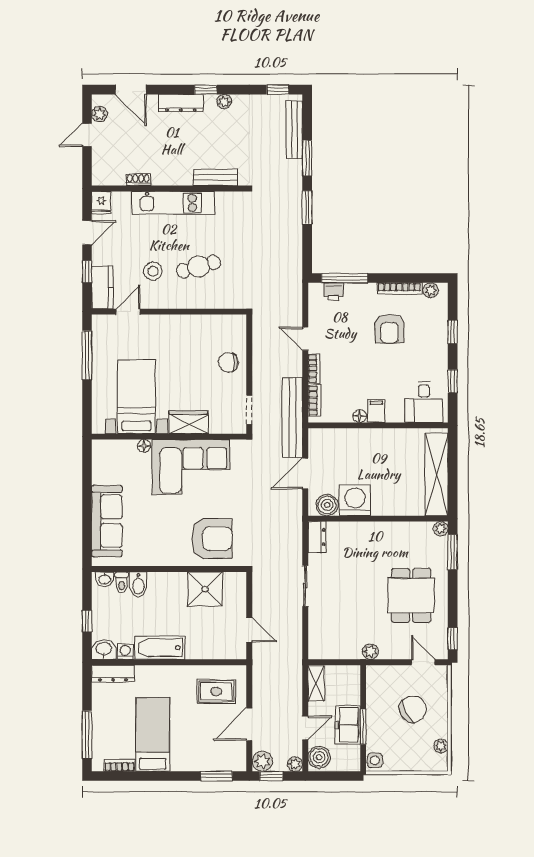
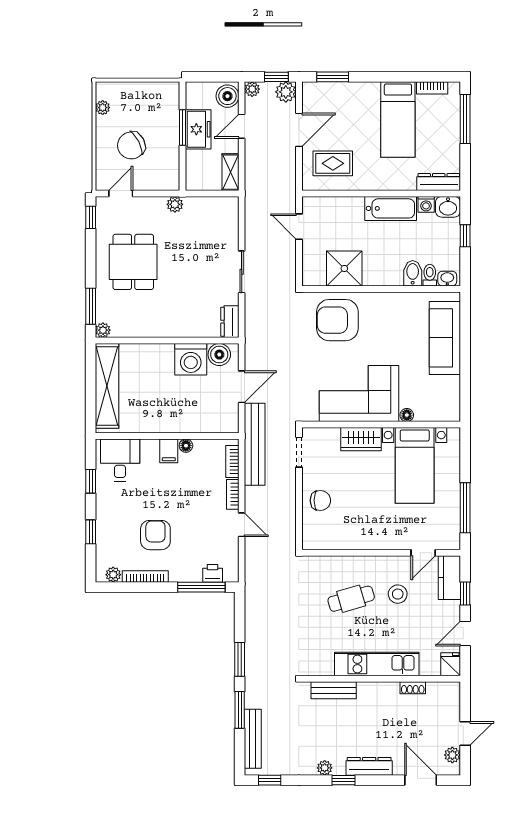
door: (423, 662) -> (121, 193), swing flipped
side table: (375, 760) -> (170, 93), removed

